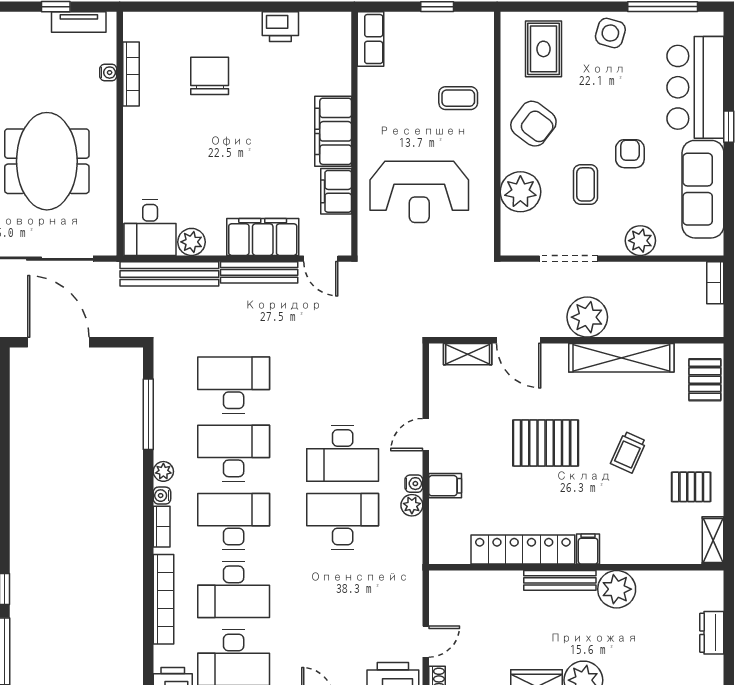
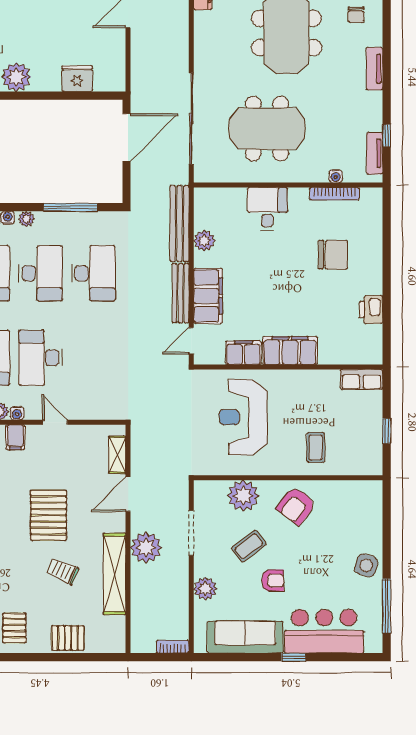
rug: (543, 49) -> (354, 514), removed
coffee table: (586, 184) -> (249, 546), turned -37
desk: (150, 228) -> (267, 209), moved, turned 90
pallet: (705, 380) -> (68, 638), moved
trolley: (628, 452) -> (63, 571), moved

